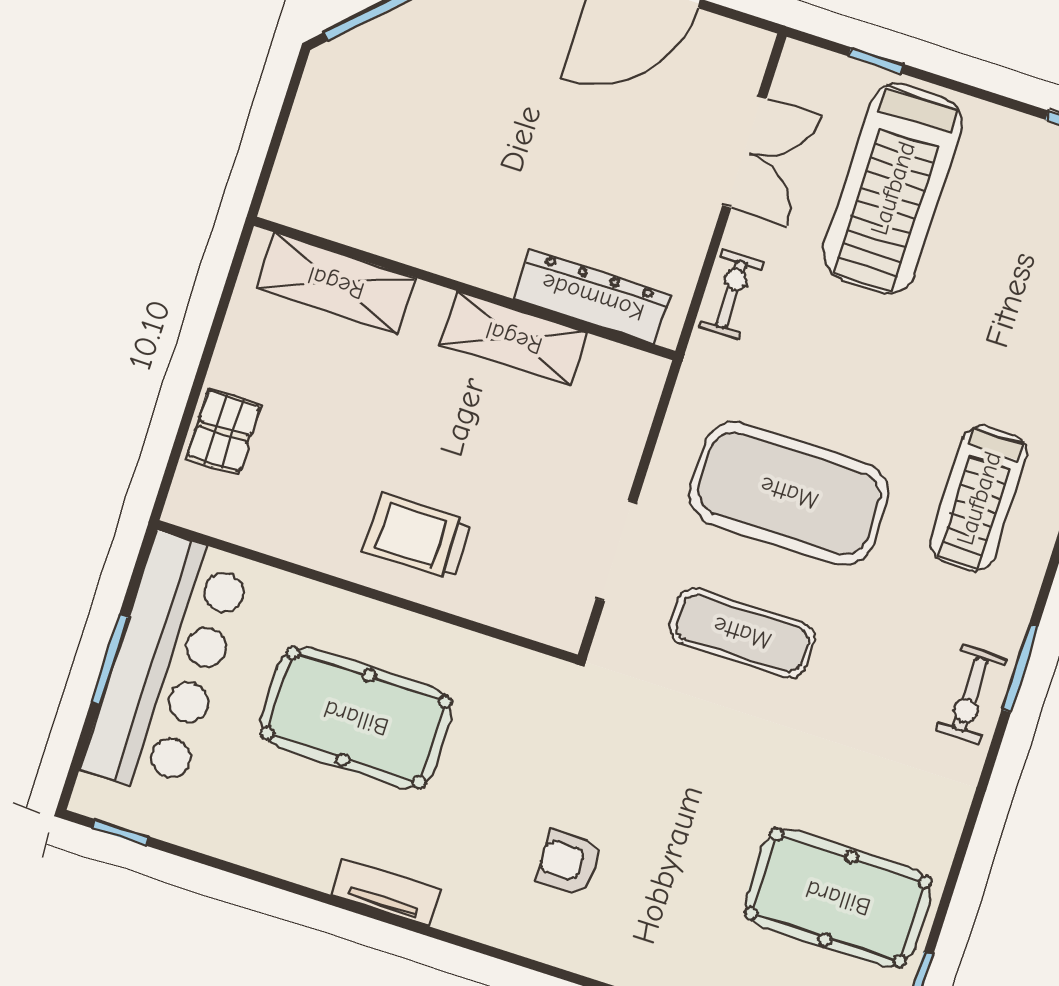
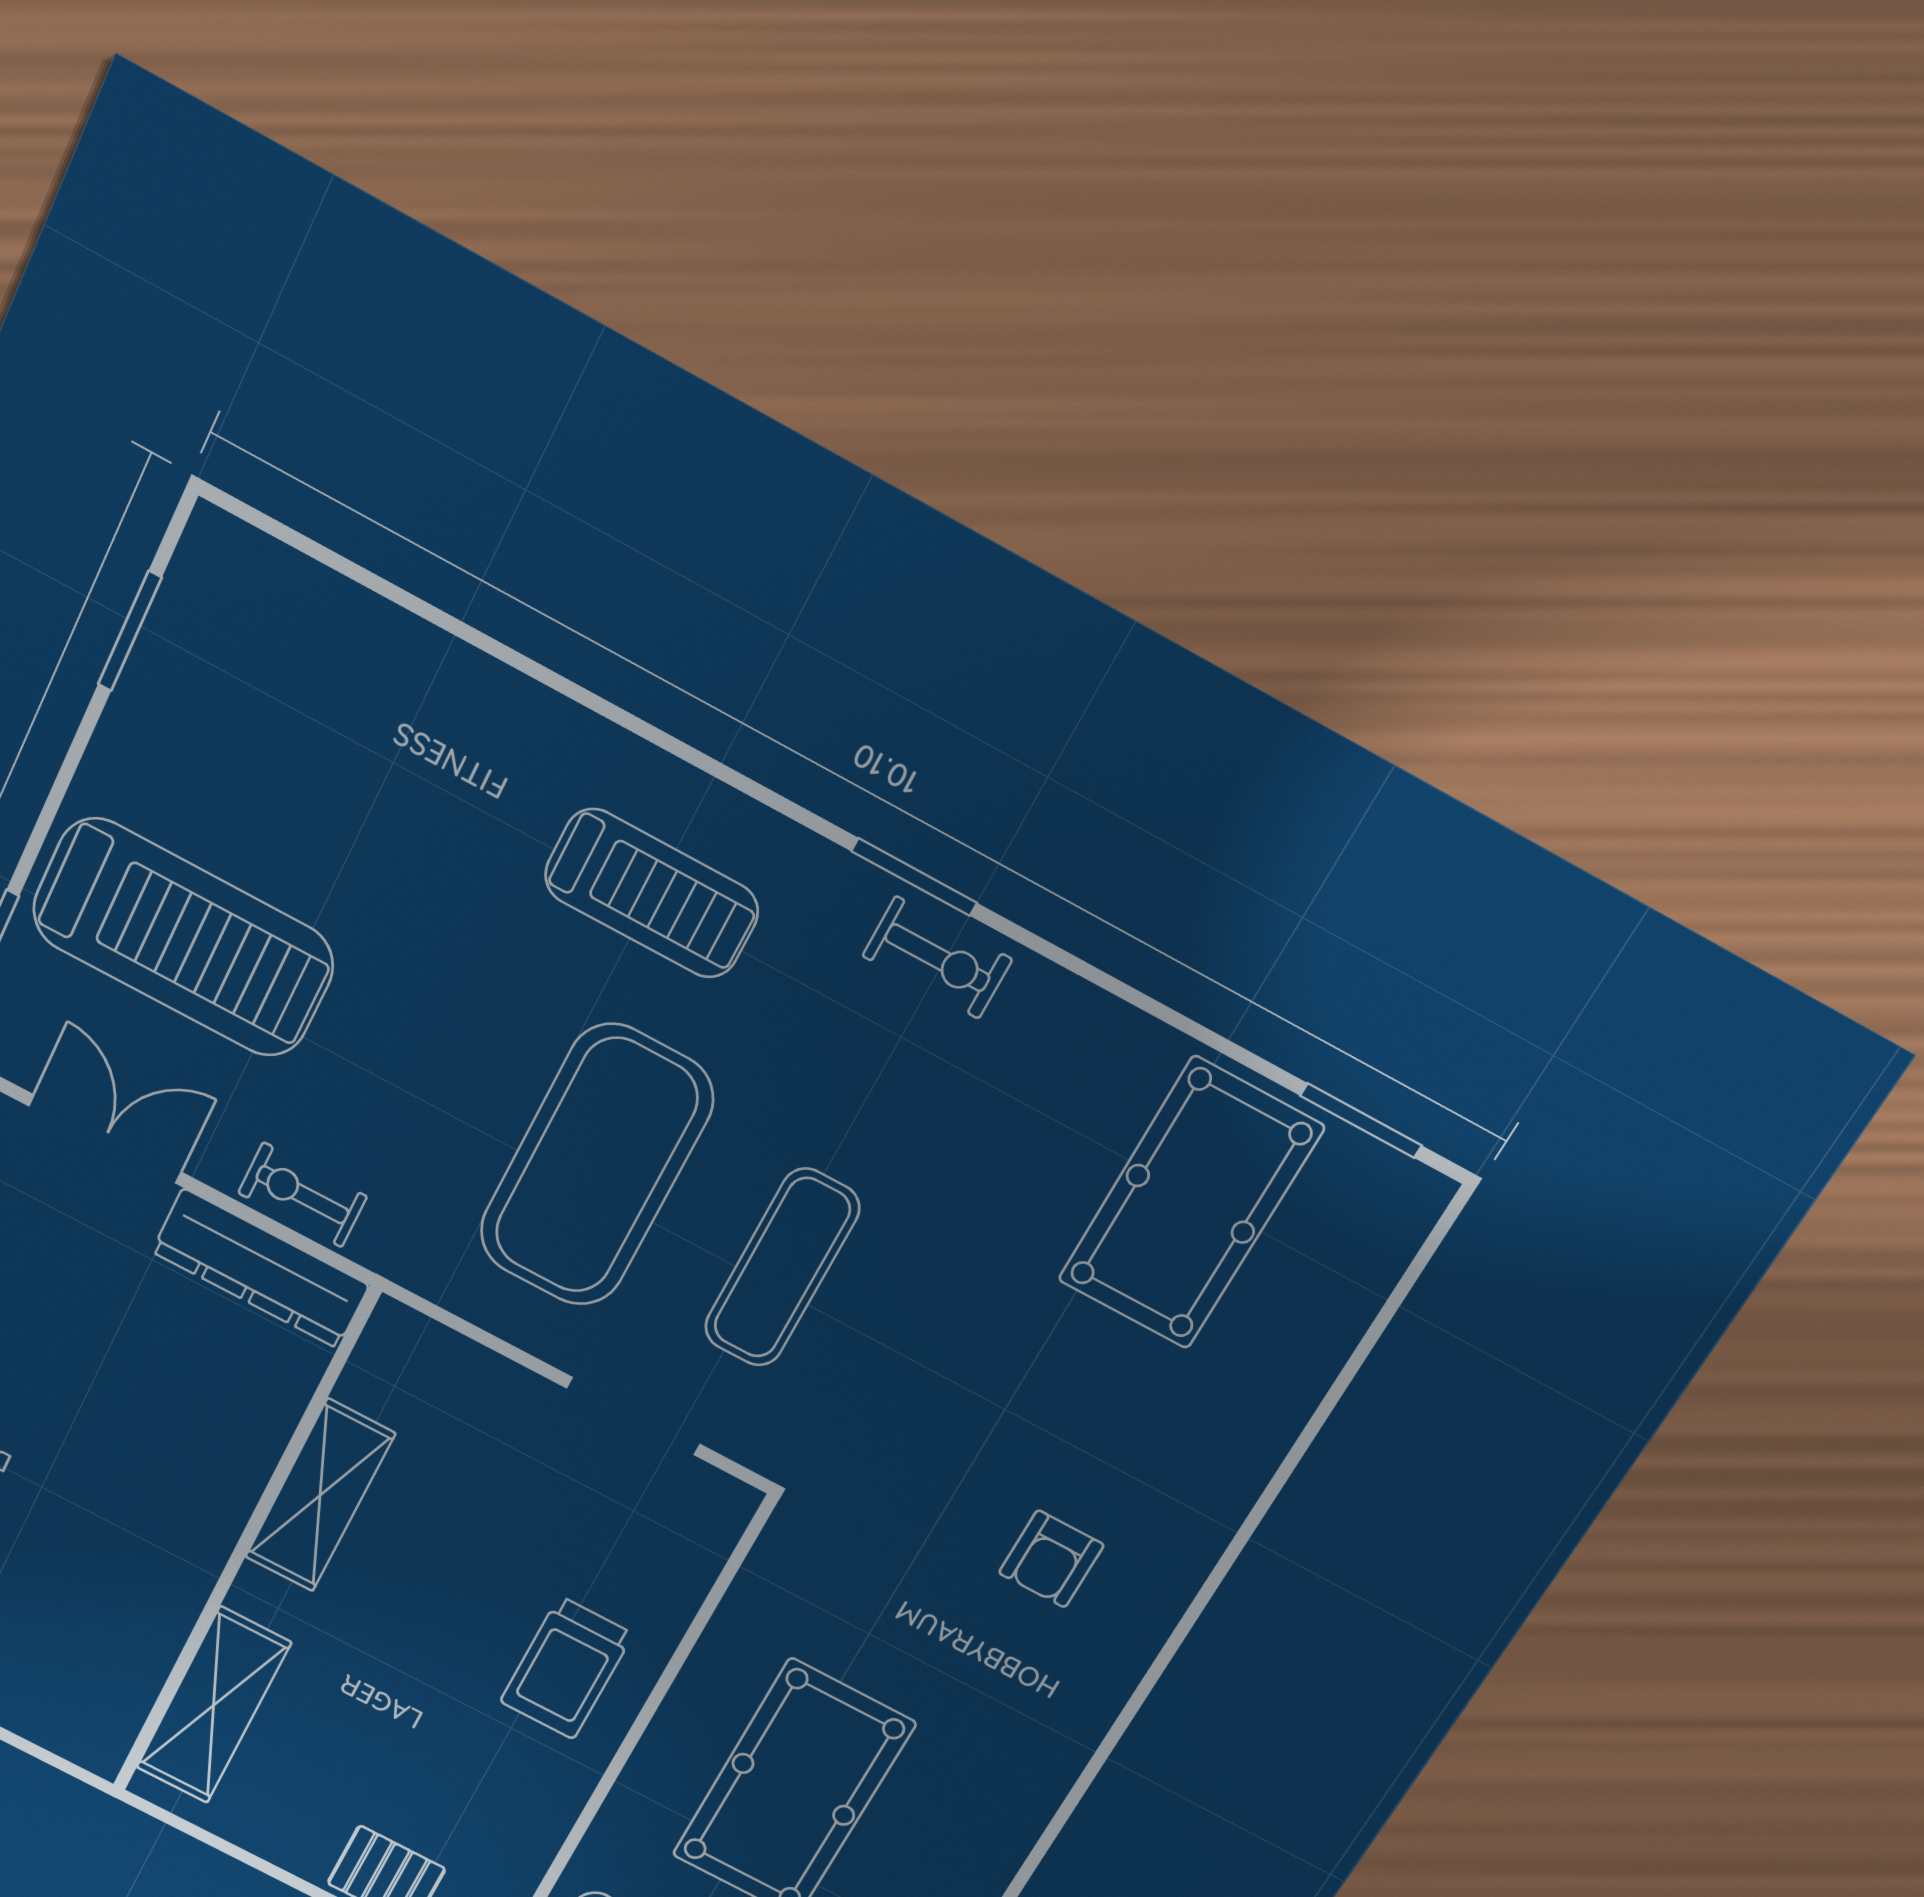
dresser: (593, 297) -> (261, 1269), moved, turned -90
tv unit: (386, 892) -> (1035, 1798), removed

